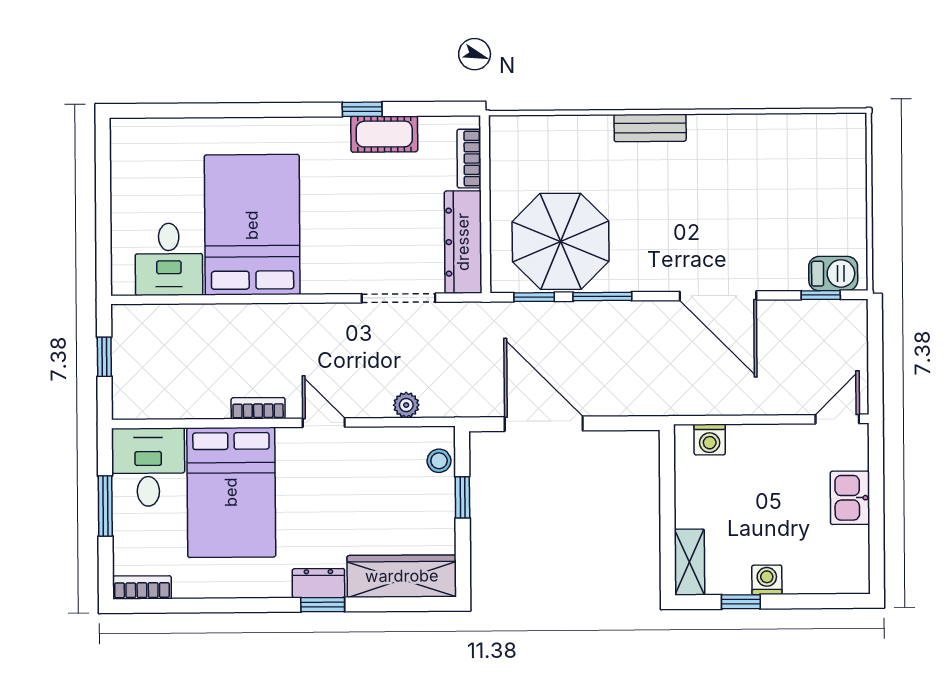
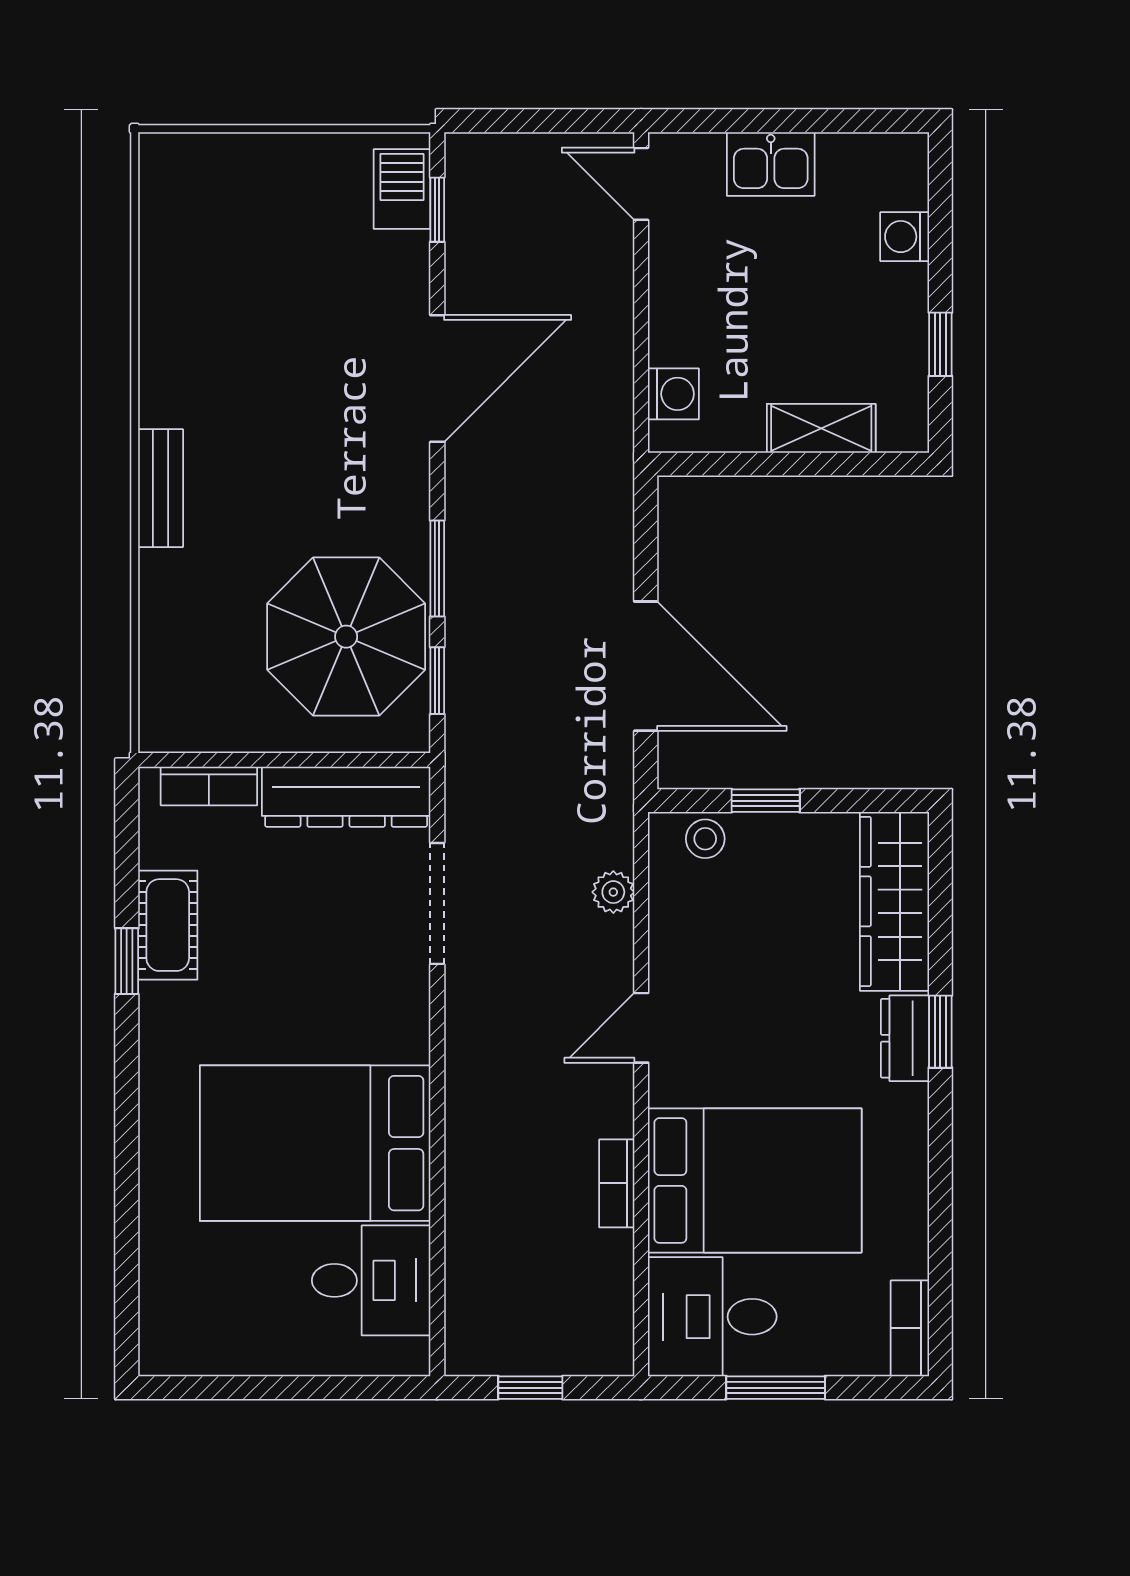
bookcase: (258, 408) -> (617, 1183), moved
door: (544, 424) -> (646, 666), swing flipped
shelving: (690, 562) -> (821, 428), moved
washing machine: (767, 580) -> (905, 237), moved

